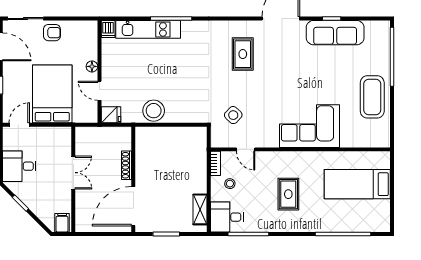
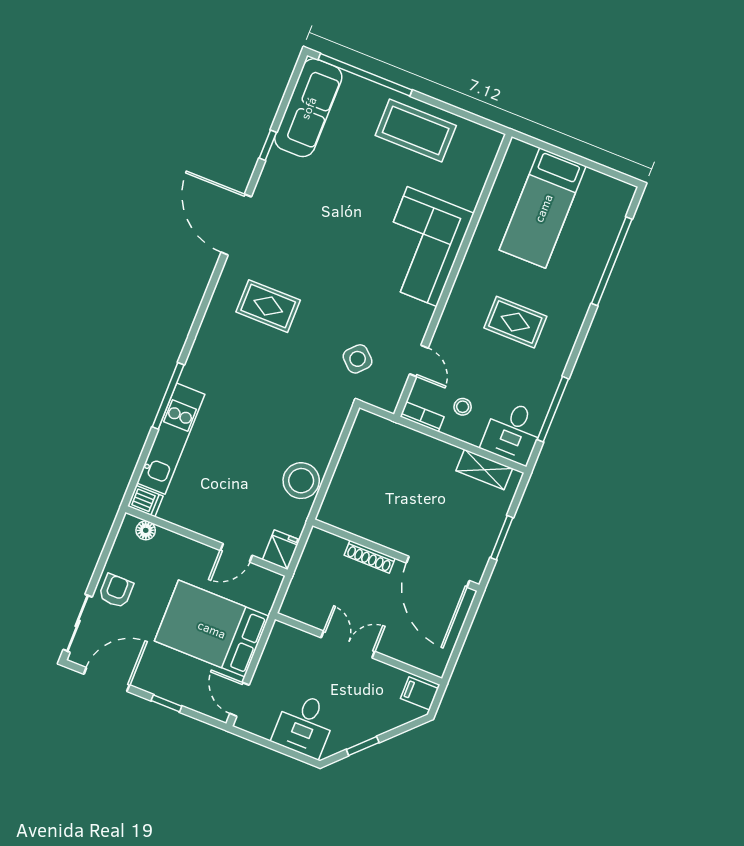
sofa: (335, 33) -> (308, 108), moved
floor lamp: (92, 66) -> (146, 530), moved
door: (246, 149) -> (419, 361), hinge flipped

